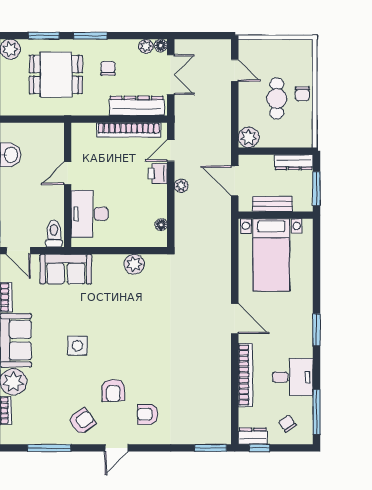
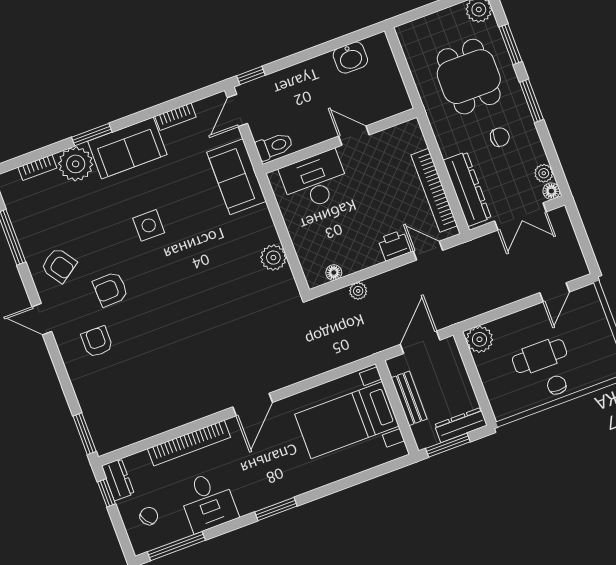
chair: (302, 94) -> (557, 385), turned 90
dresser: (294, 162) -> (461, 425), moved, turned 90
plant: (181, 186) -> (358, 291), moved

